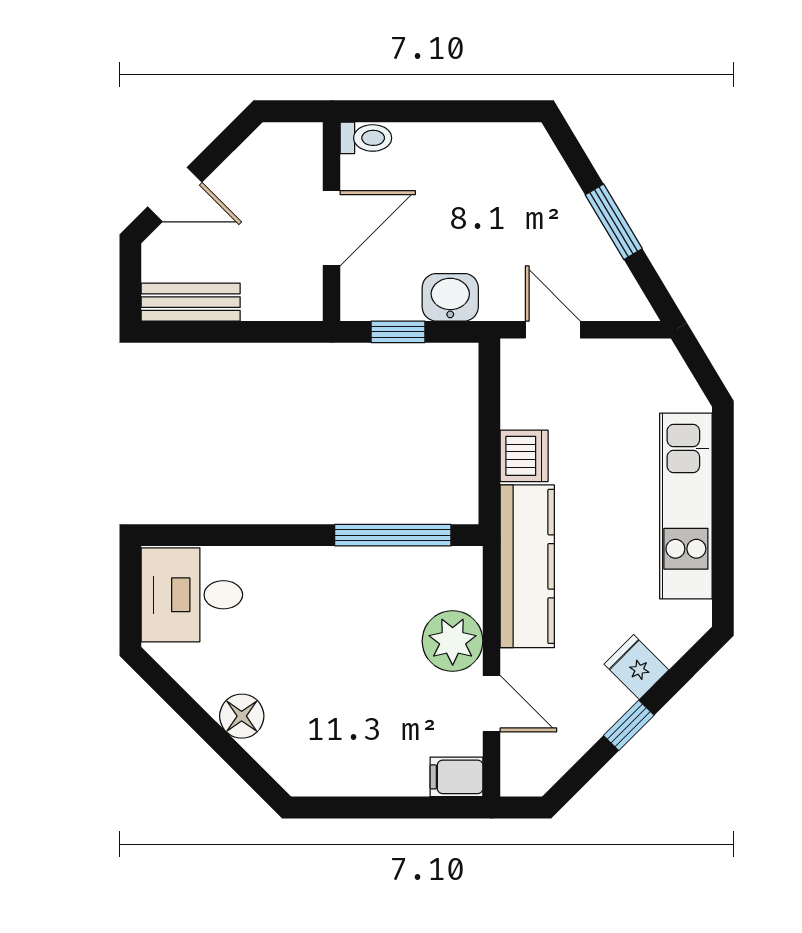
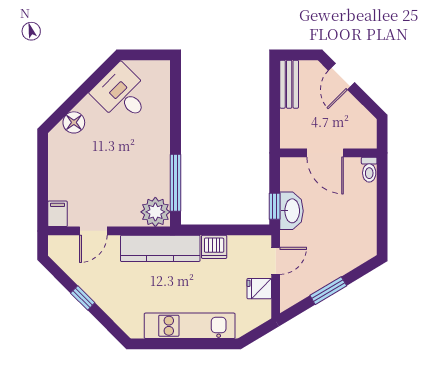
washbasin: (450, 297) -> (291, 211), width x1.38
window: (398, 332) -> (275, 206), moved
desk: (192, 595) -> (122, 94), moved, turned -45
plant: (453, 641) -> (155, 212), moved
fridge: (636, 667) -> (259, 289), moved, turned -135
floor lamp: (242, 716) -> (74, 122), moved

